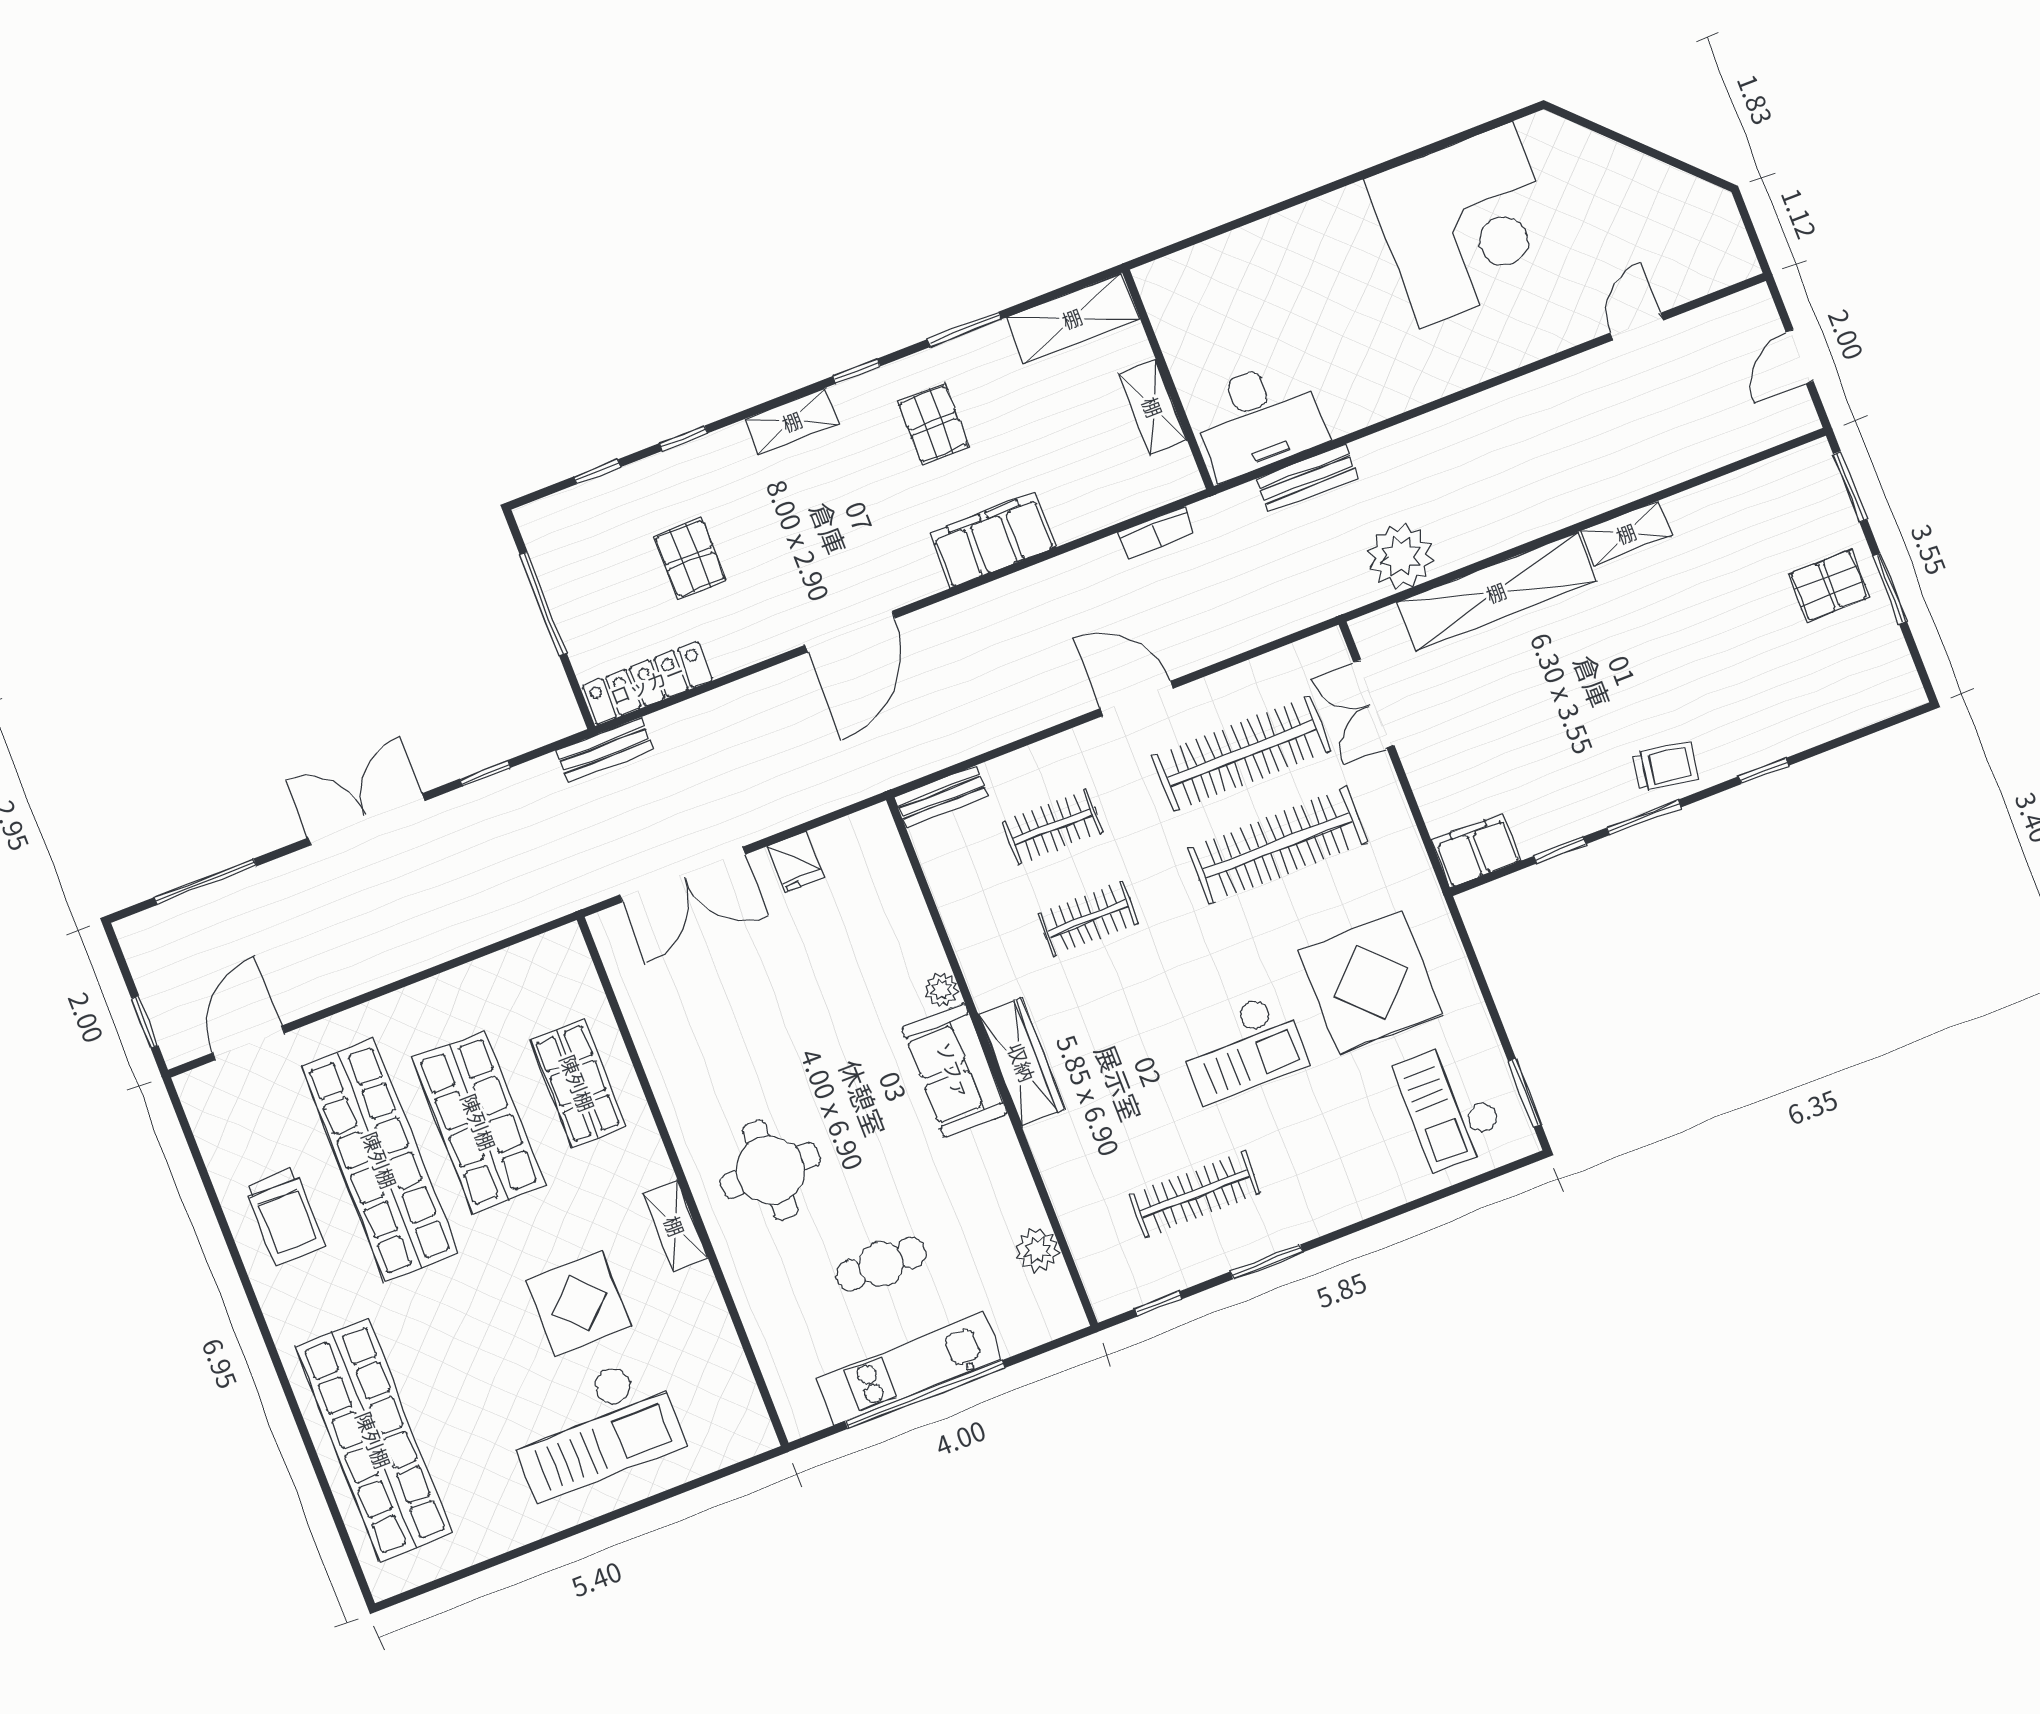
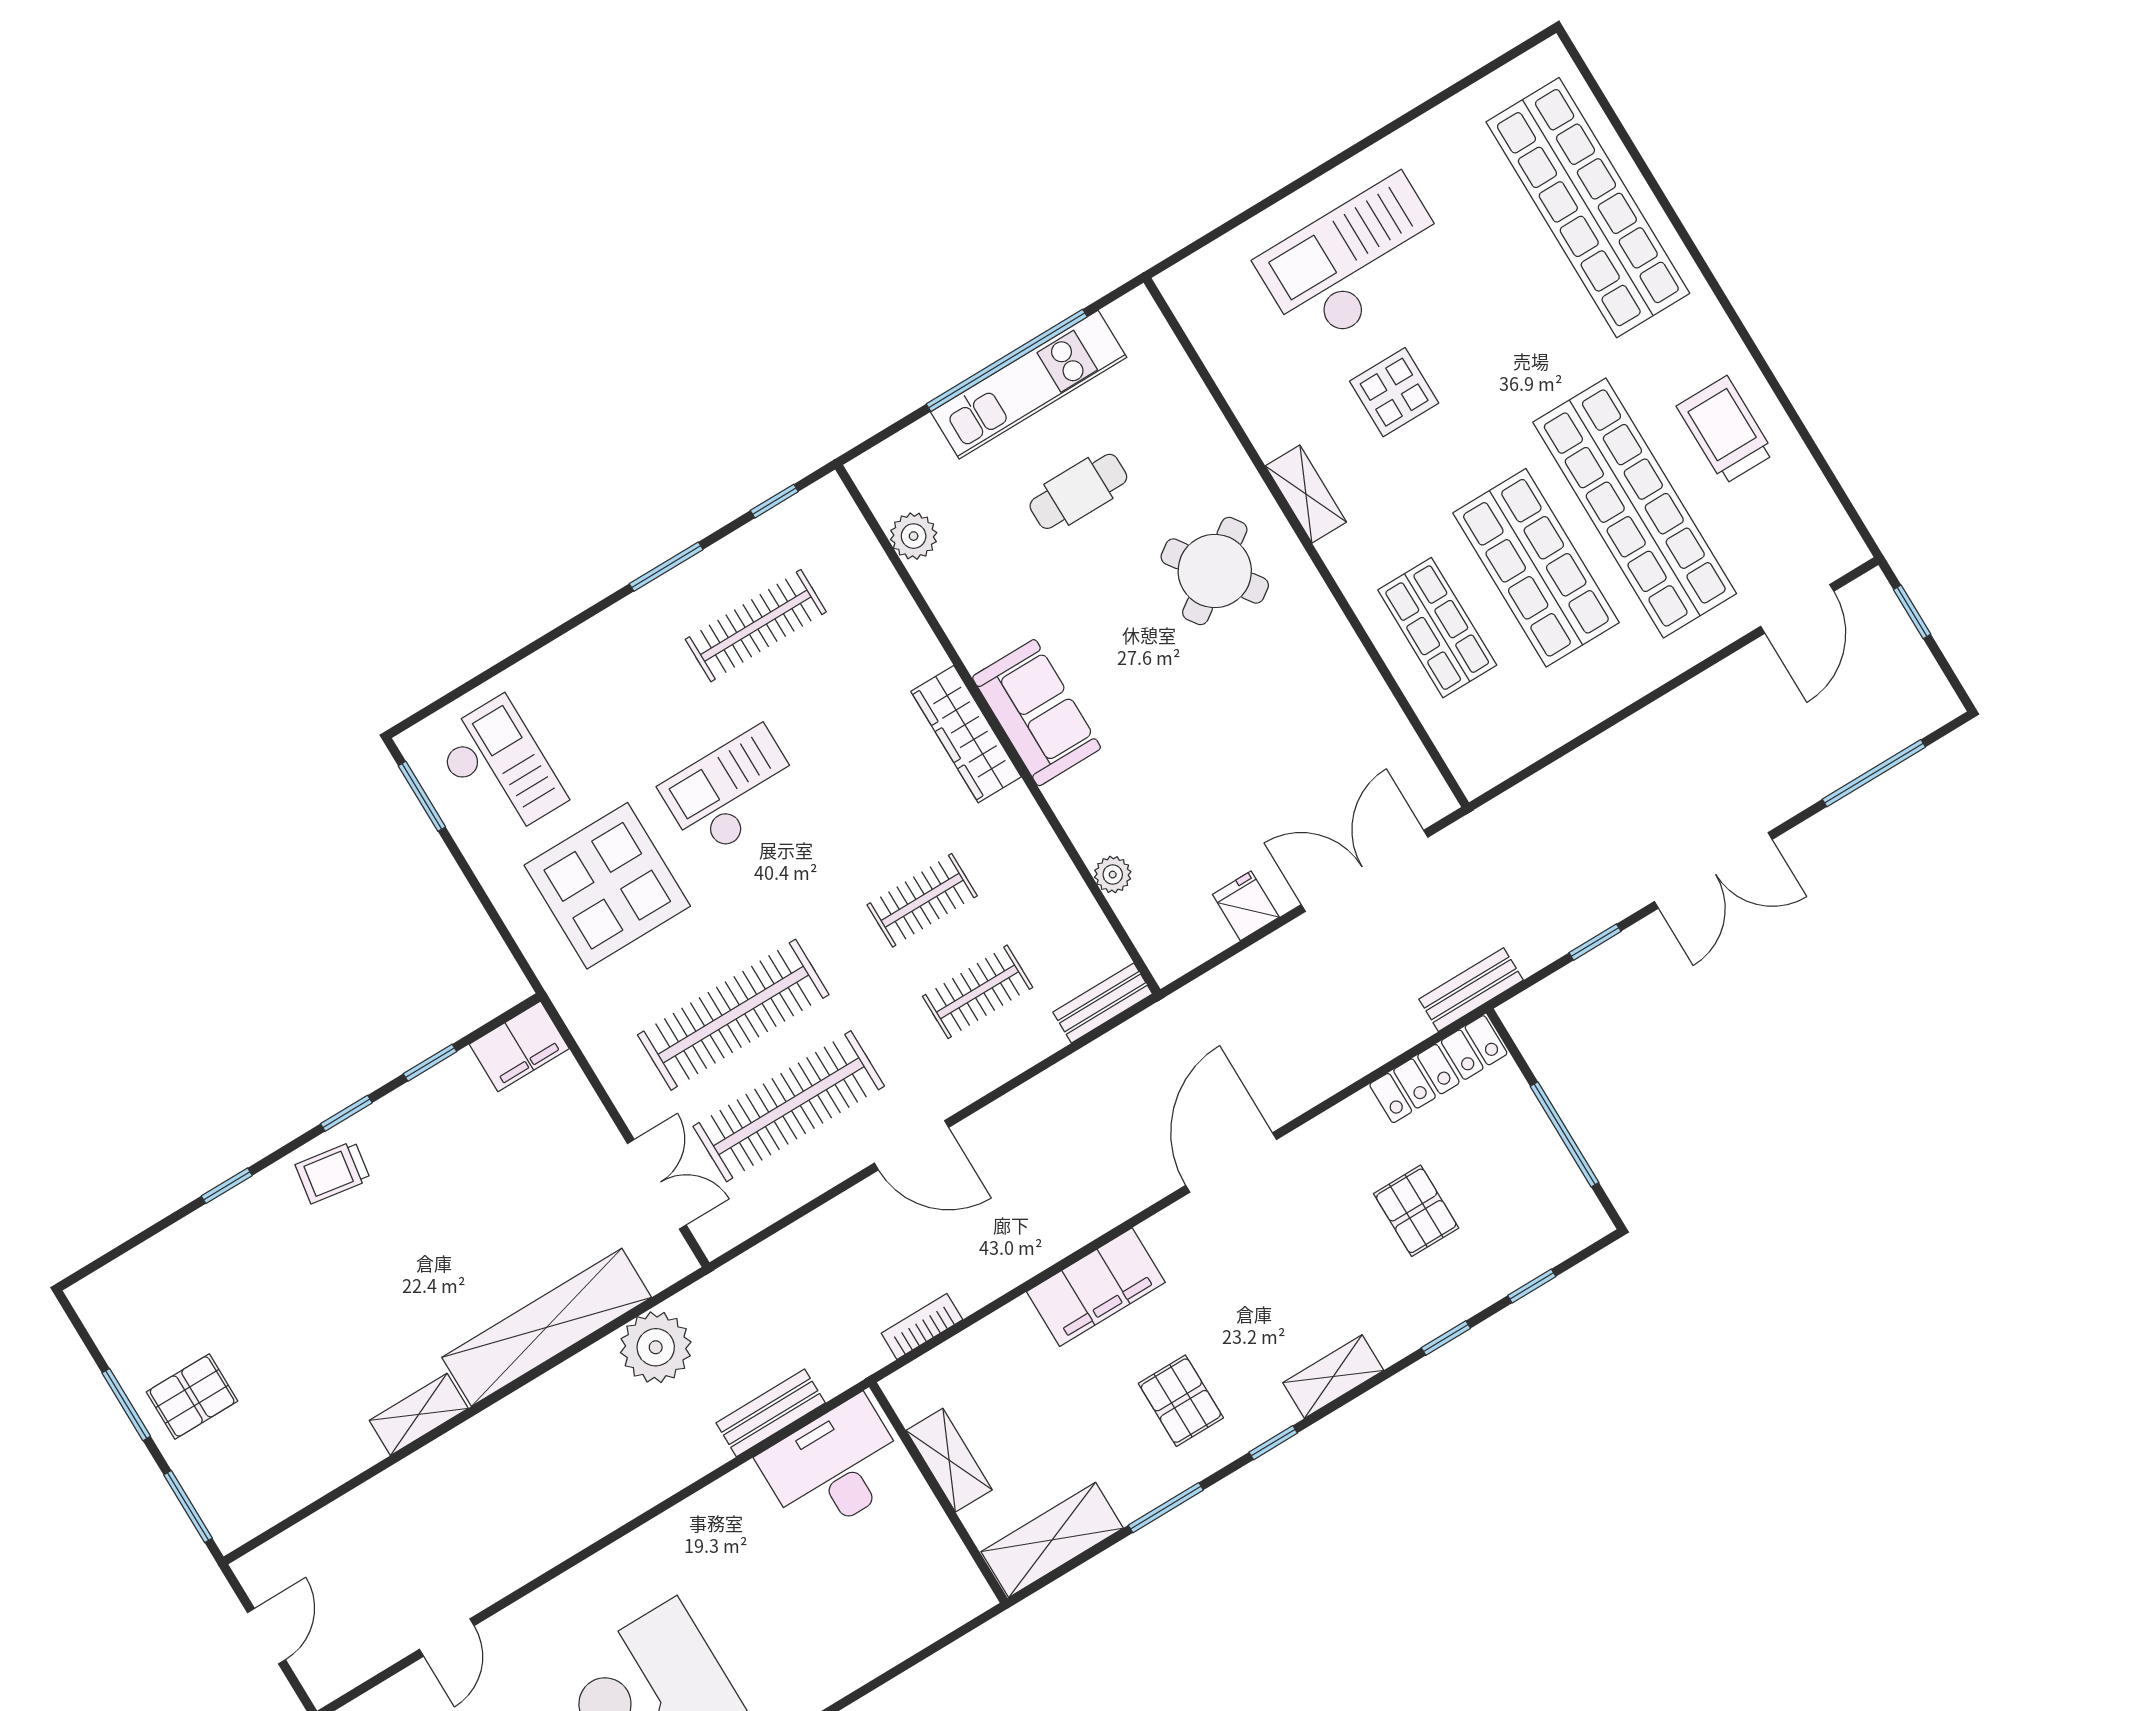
window: (1644, 818) -> (346, 1113), width x0.67
plant: (942, 990) -> (1113, 875), moved
round table: (770, 1170) -> (1215, 571), turned -35
display table: (579, 1304) -> (1394, 392), width x0.73, depth x0.73

